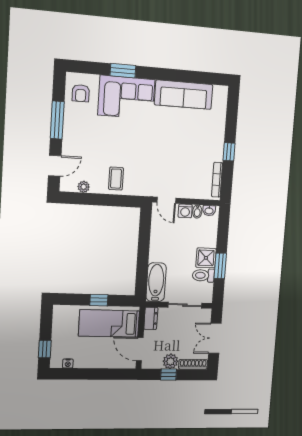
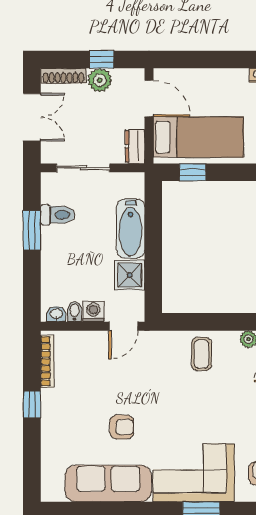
armchair: (172, 132) -> (122, 427), added
door: (166, 200) -> (123, 326), swing flipped
shower: (206, 258) -> (130, 275), moved
bathtub: (156, 282) -> (131, 229), moved
window: (99, 300) -> (193, 172), moved

